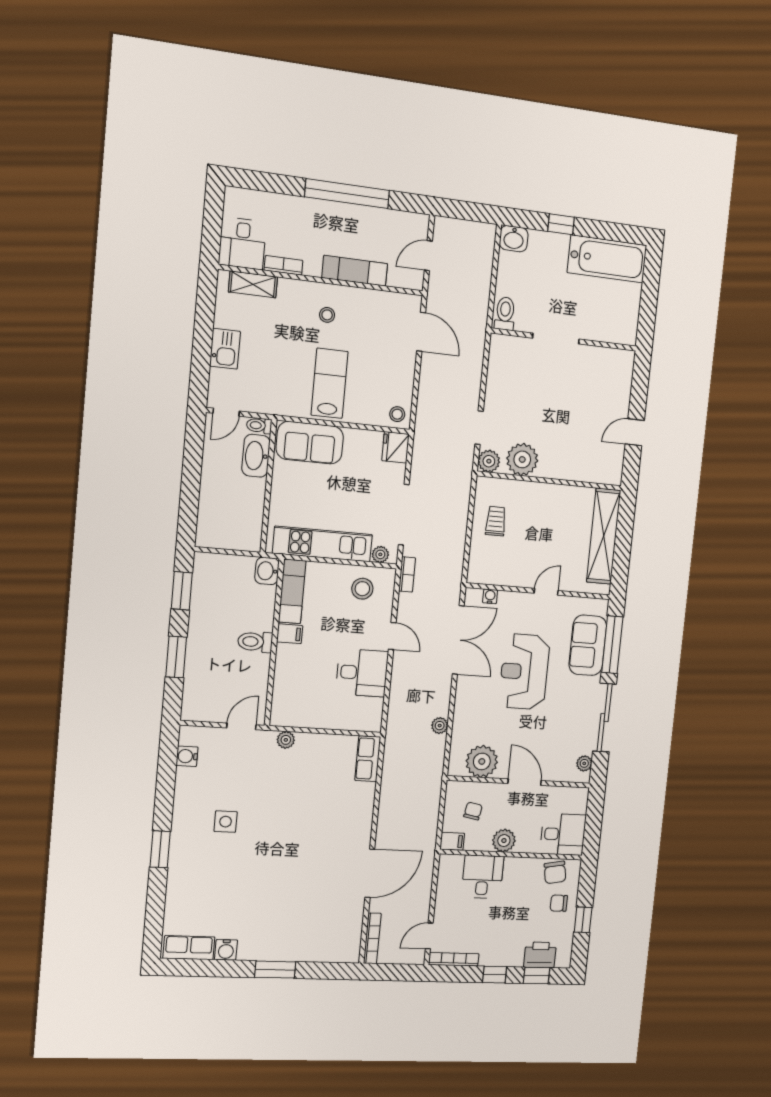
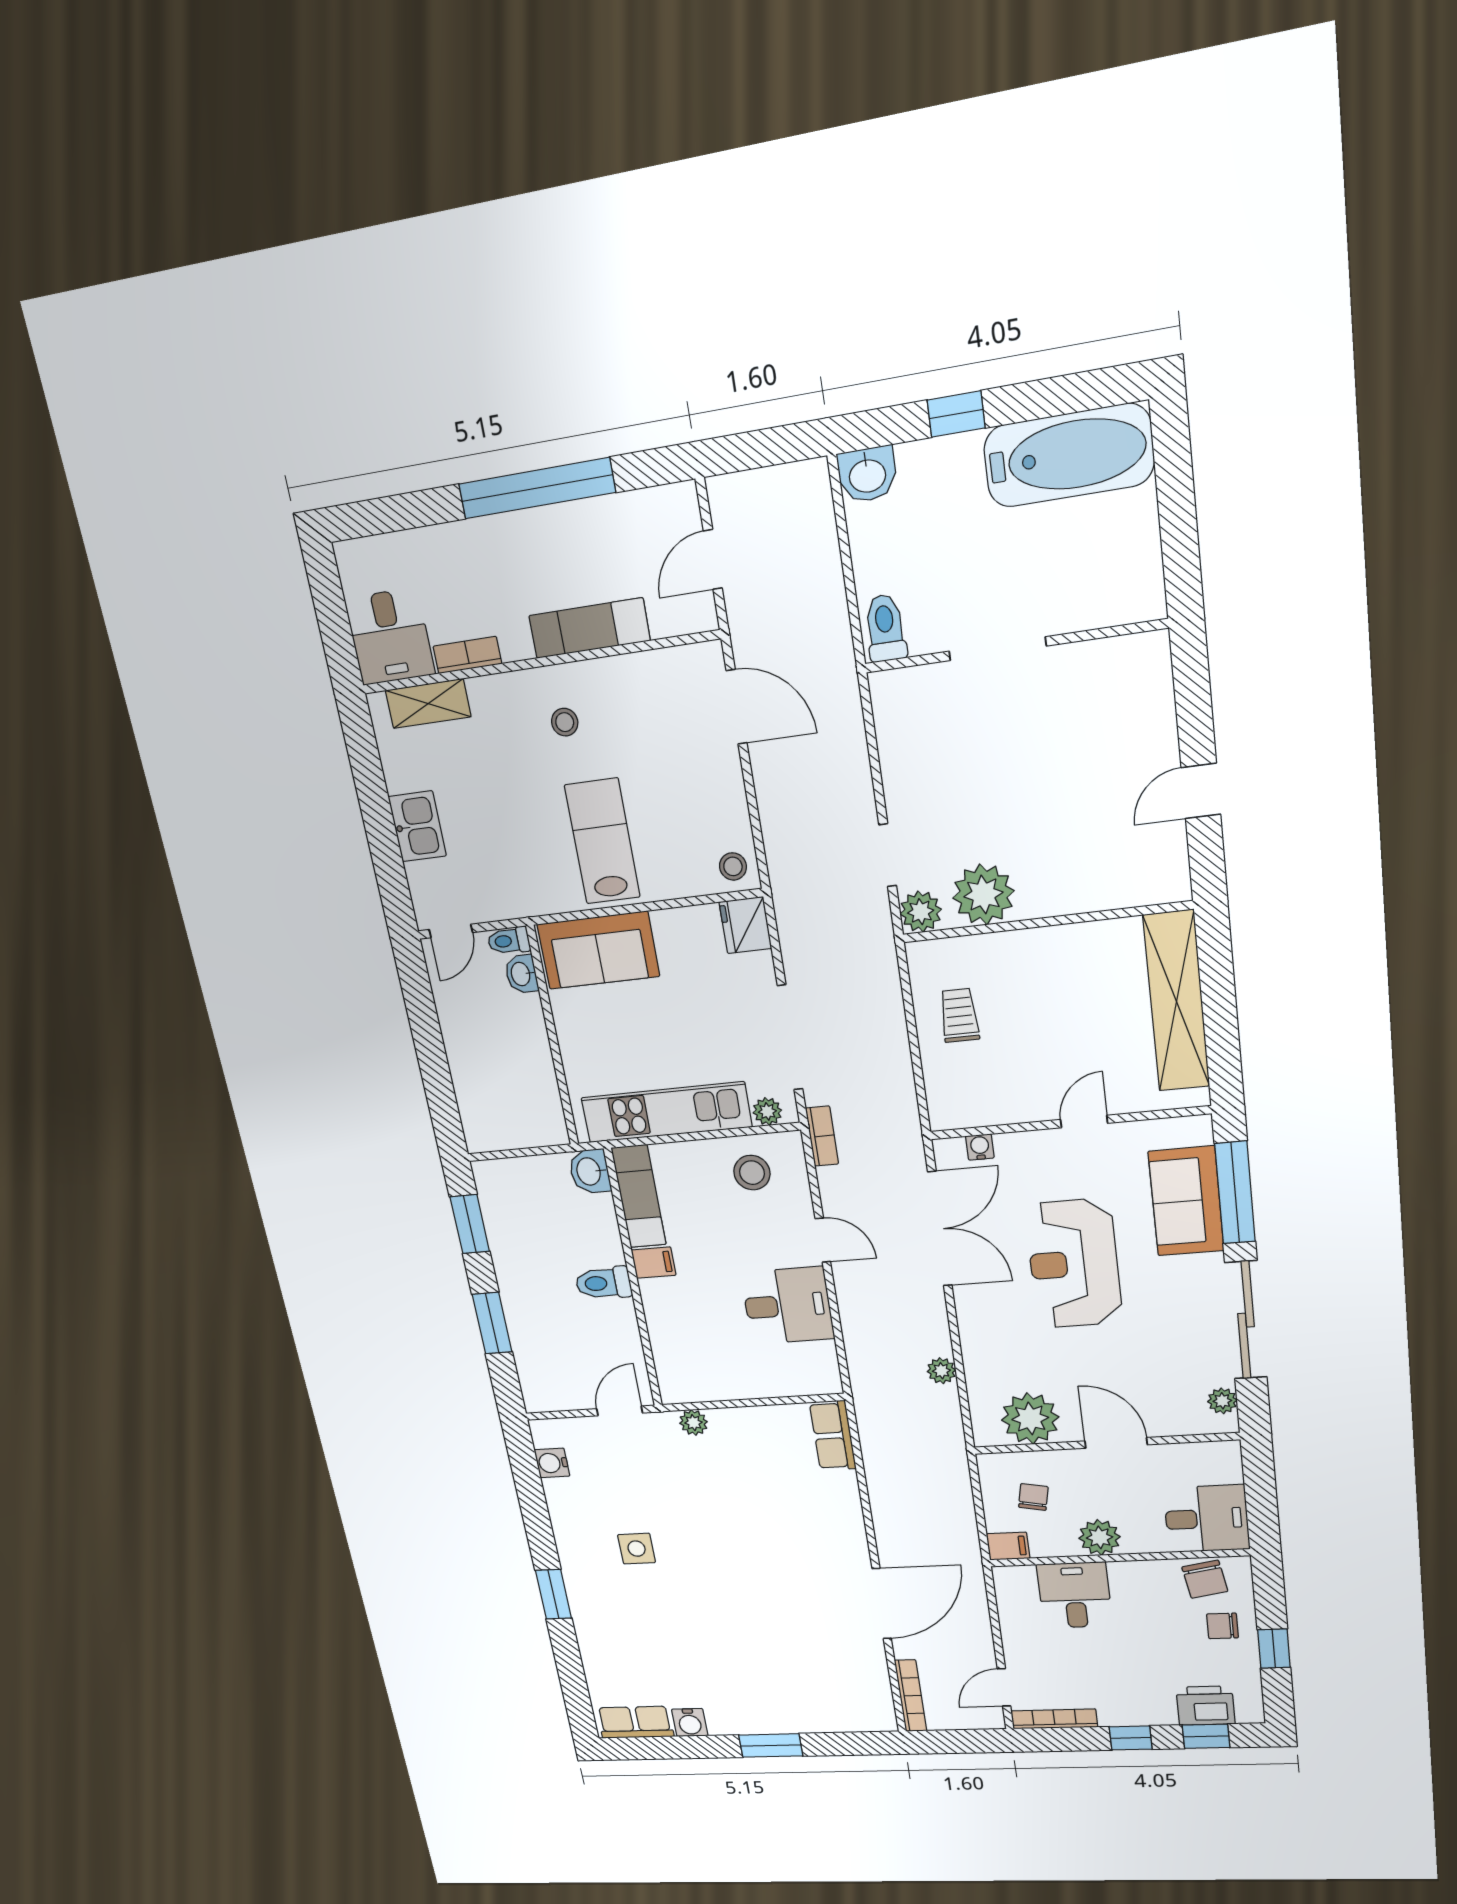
washbasin: (256, 456) -> (521, 974), width x0.52, depth x0.69

